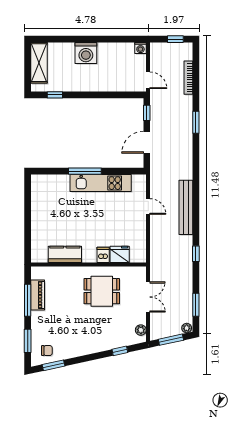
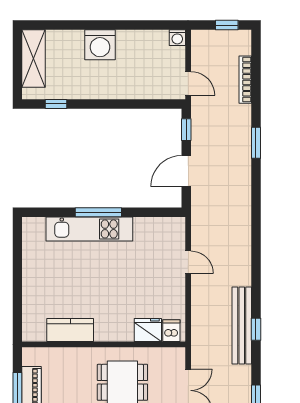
kitchen unit: (101, 183) -> (89, 229), moved
bench: (186, 207) -> (242, 326), moved
dishwasher: (103, 255) -> (171, 331), moved

